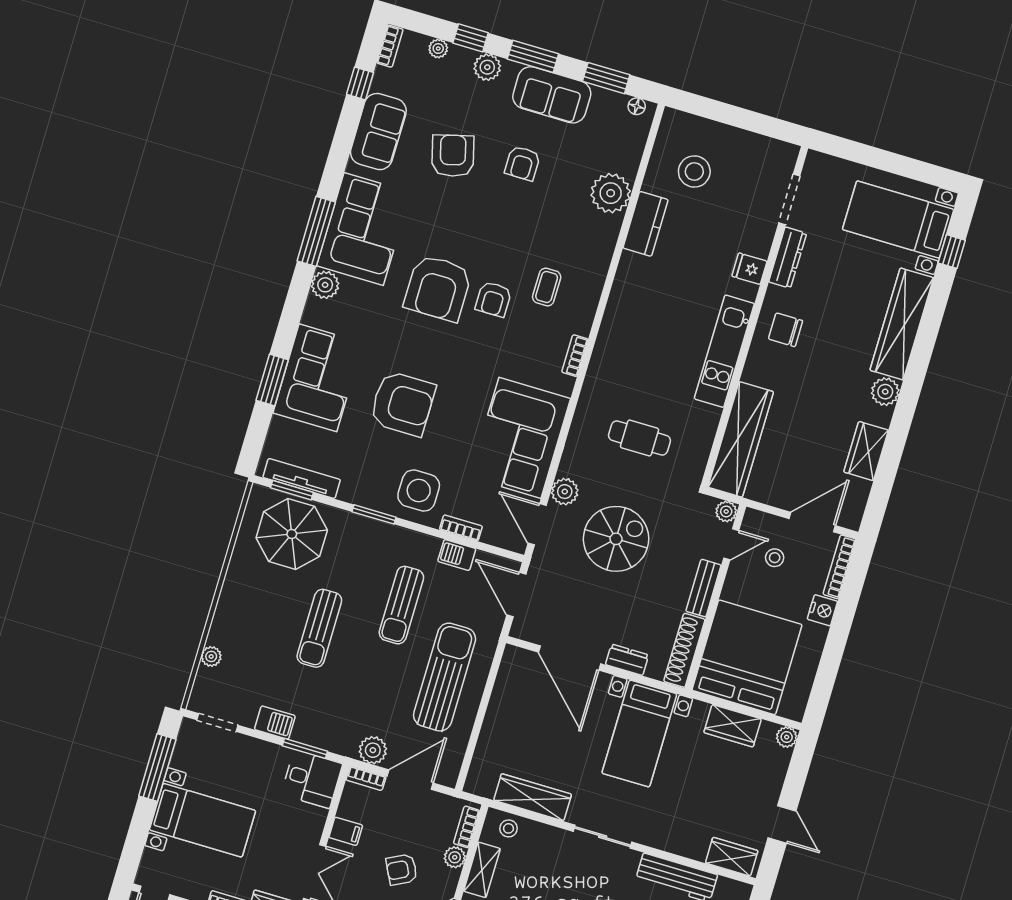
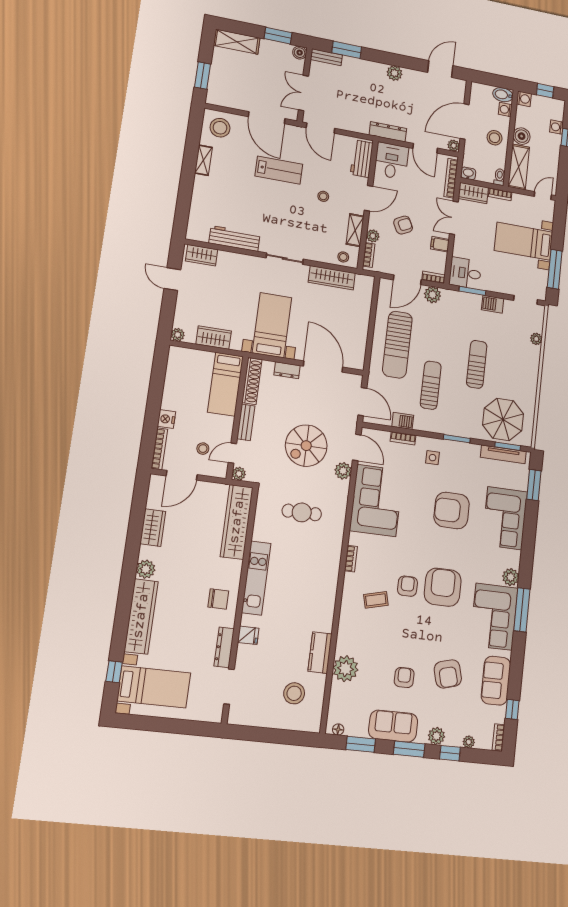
coffee table: (547, 287) -> (376, 600), turned 76
window: (272, 380) -> (534, 485), moved
side table: (419, 491) -> (433, 458), width x0.54, depth x0.54
bed: (747, 657) -> (225, 384), width x0.49

